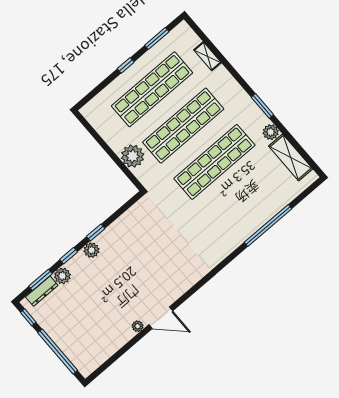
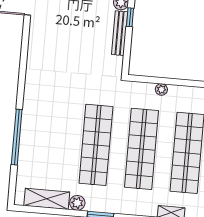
plant: (133, 156) -> (161, 89), width x0.53, depth x0.53
bench: (115, 228) -> (120, 33), added

